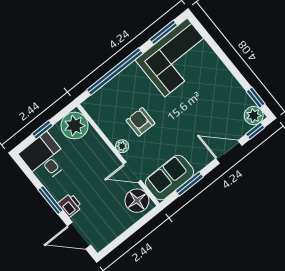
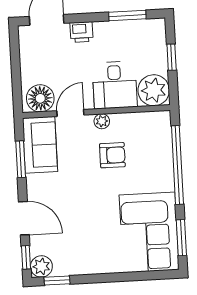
door: (229, 152) -> (24, 218), hinge flipped
desk: (45, 158) -> (115, 85), moved, turned 90
window: (50, 200) -> (127, 15), moved

